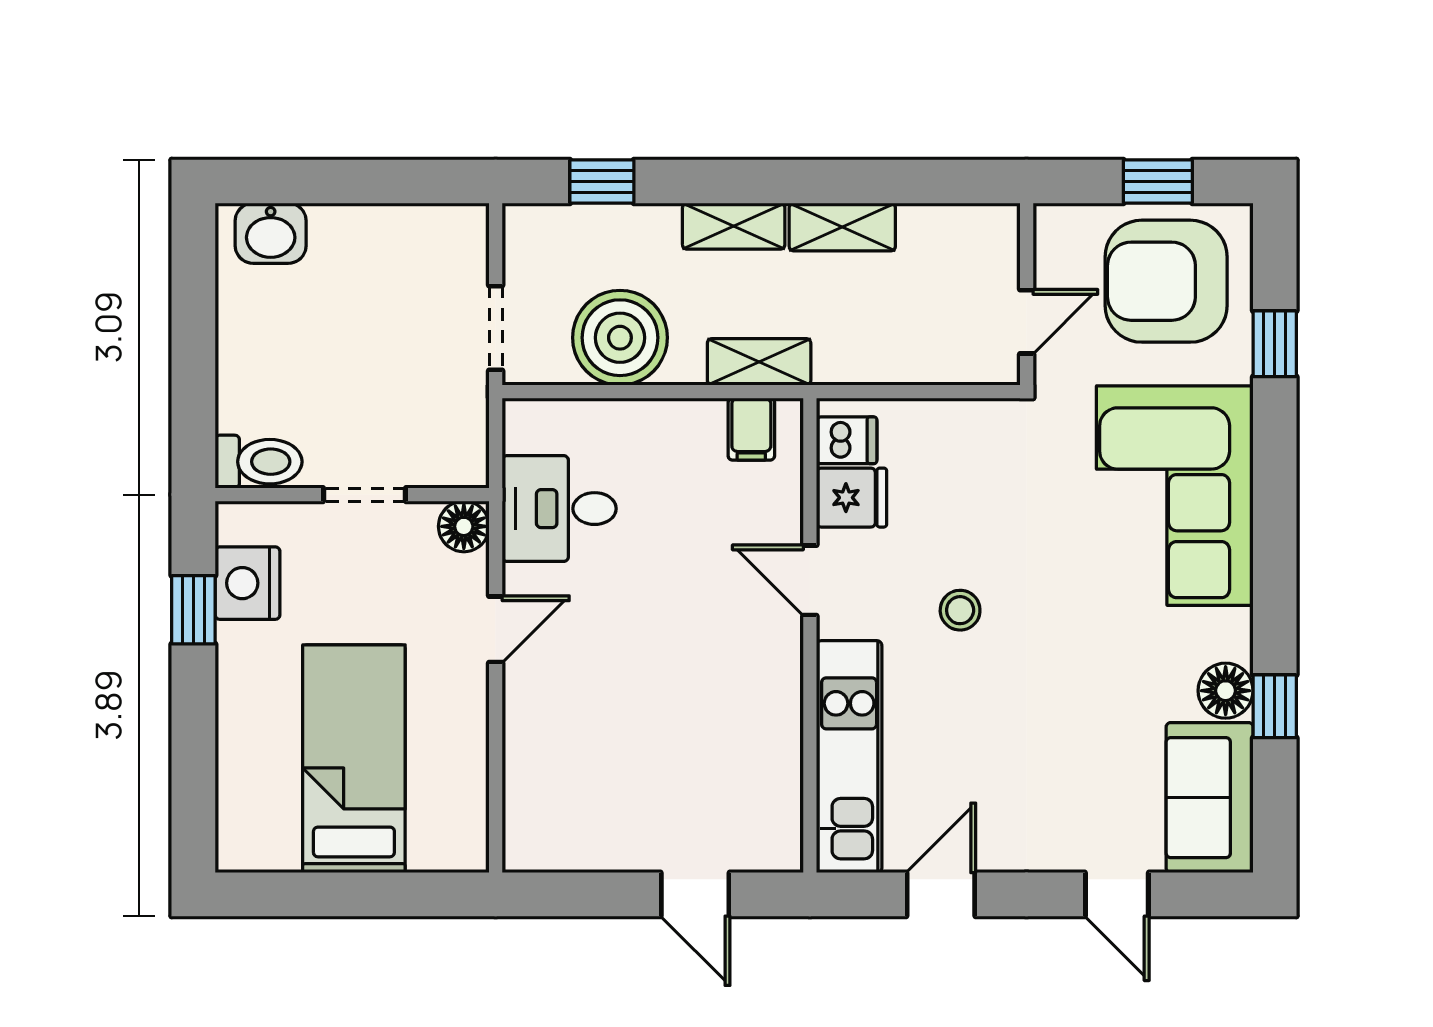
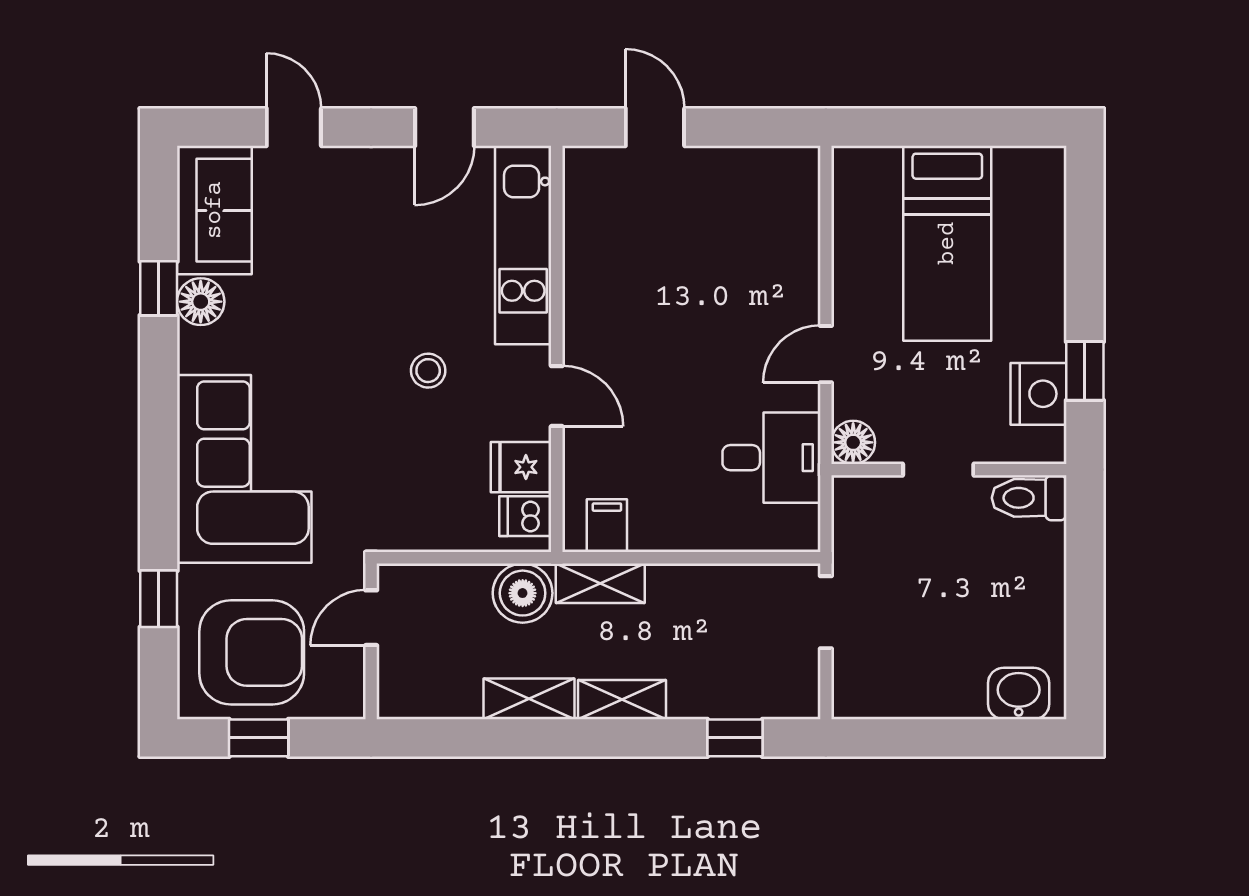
boiler: (620, 338) -> (523, 593), moved, width x0.73, depth x0.73

